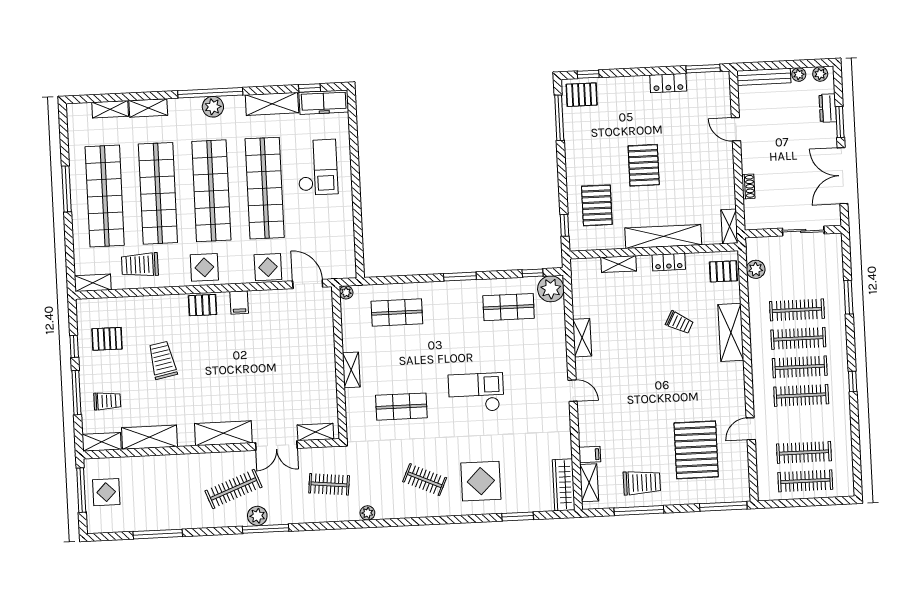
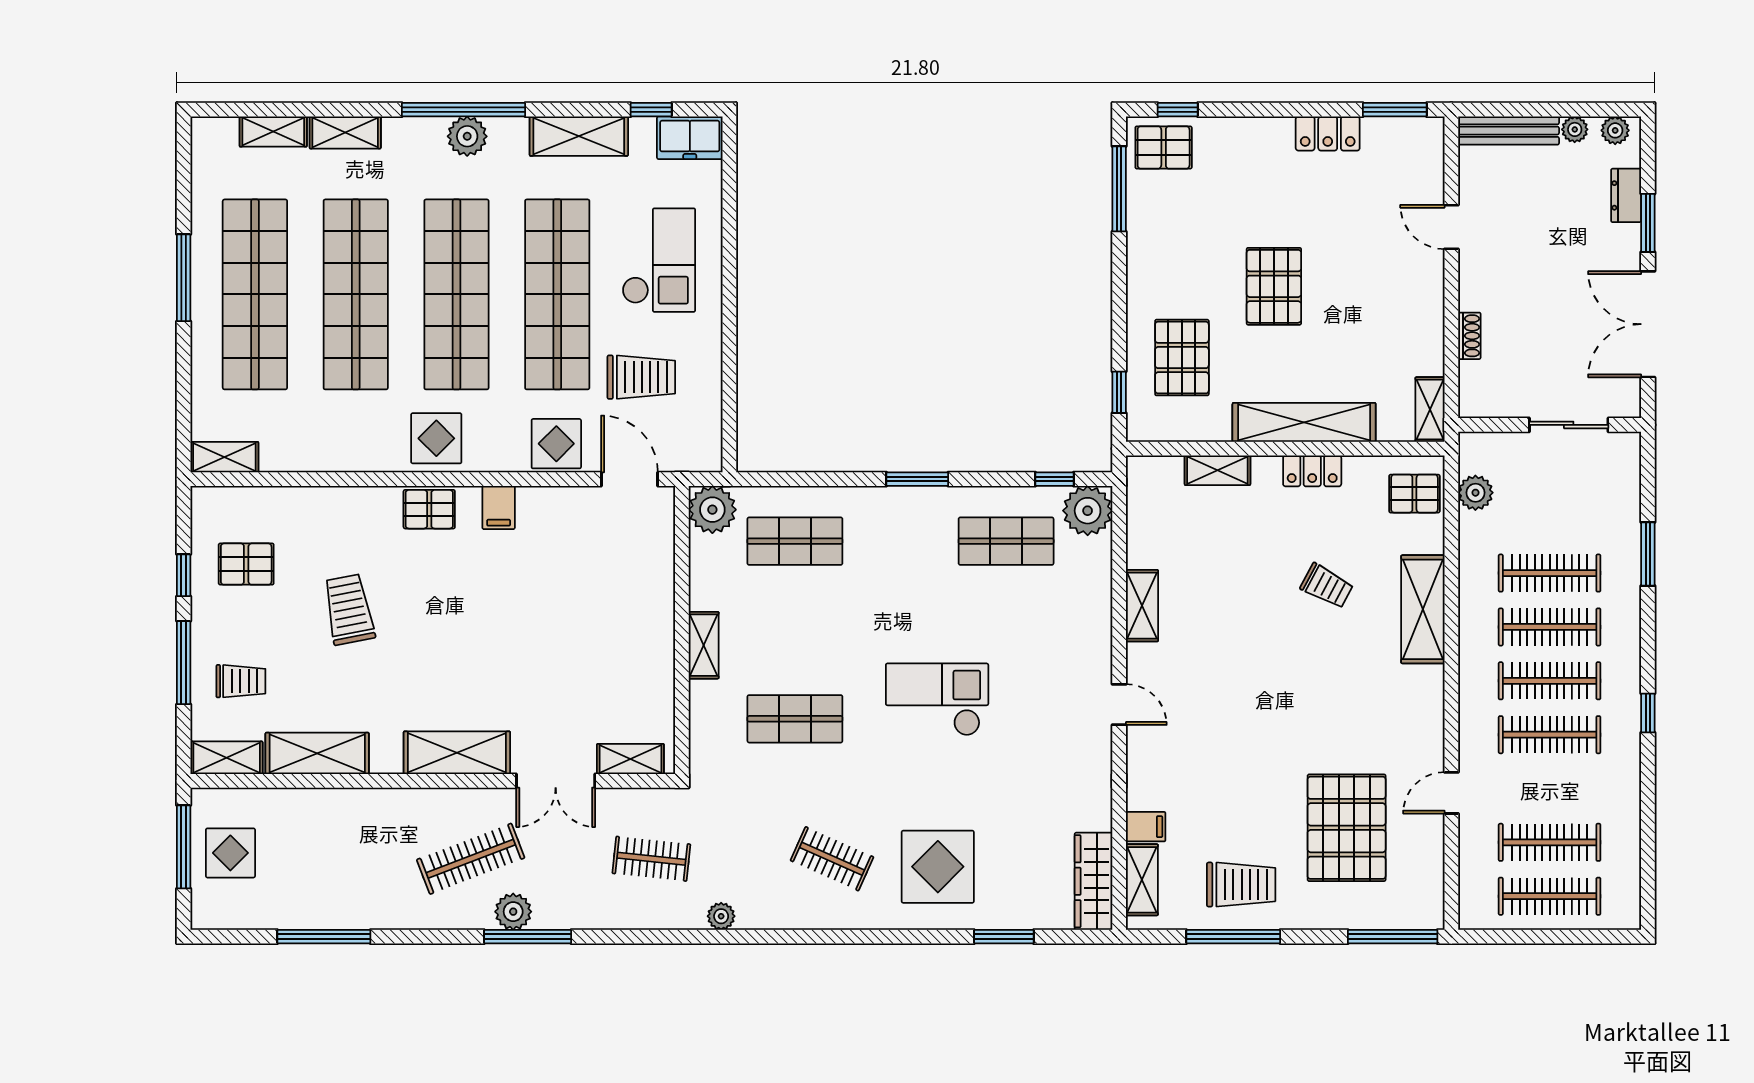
freezer: (324, 102) -> (690, 138), width x0.71
trolley: (140, 265) -> (641, 377), moved, turned 180
plant: (346, 292) -> (712, 510), width x1.87, depth x1.87

